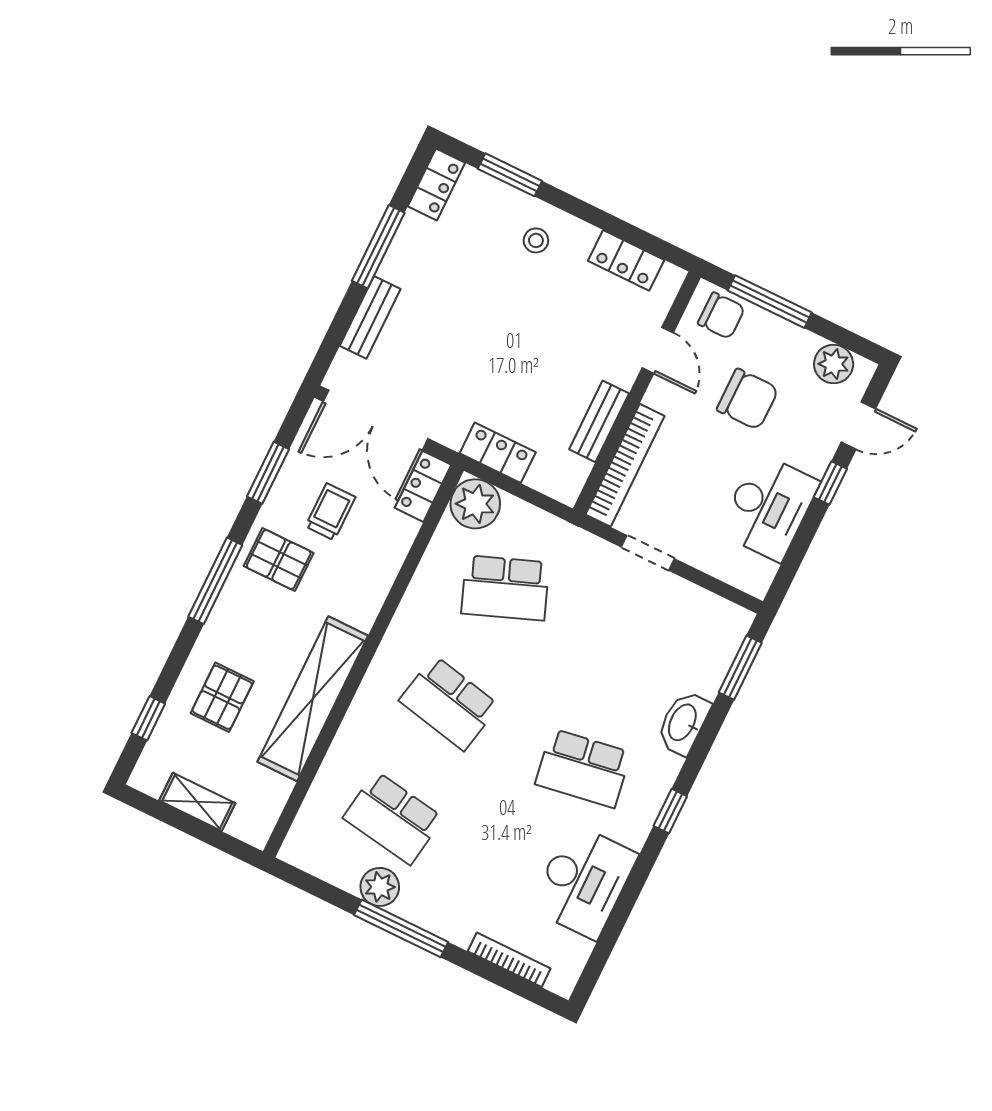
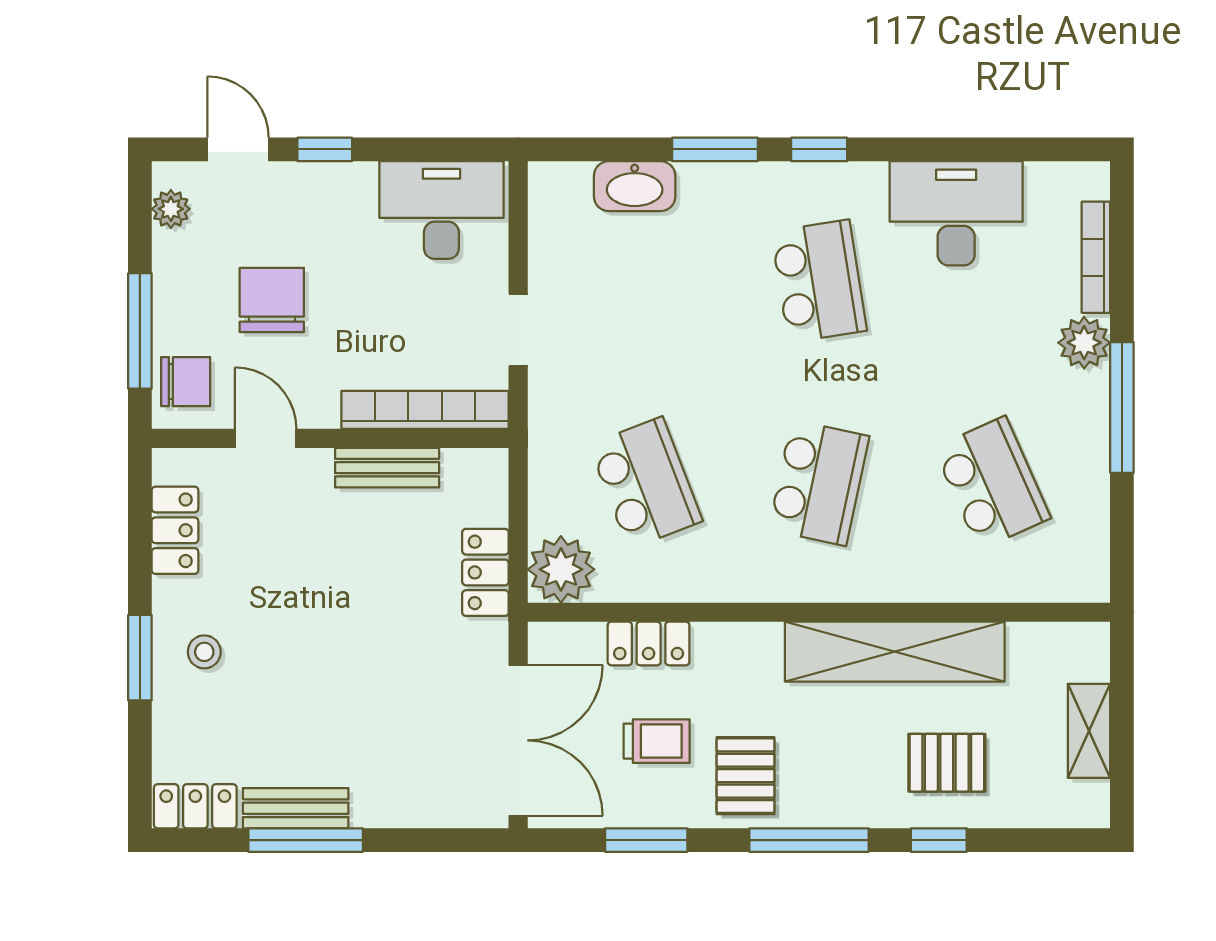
window: (510, 175) -> (140, 658), moved
chair: (721, 316) -> (186, 382), turned 90
bench: (370, 317) -> (296, 808), moved
door: (658, 350) -> (266, 438), hinge flipped
plant: (834, 364) -> (171, 209), width x0.73, depth x0.73
locker: (423, 486) -> (649, 643), moved
desk: (769, 507) -> (441, 210), moved
trolley: (330, 512) -> (657, 741), turned 180
window: (740, 668) -> (715, 149), moved
window: (148, 718) -> (939, 840), moved
washbasin: (683, 723) -> (635, 186), moved
school desk: (393, 818) -> (992, 483), turned -33
plant: (380, 887) -> (1084, 343), moved

